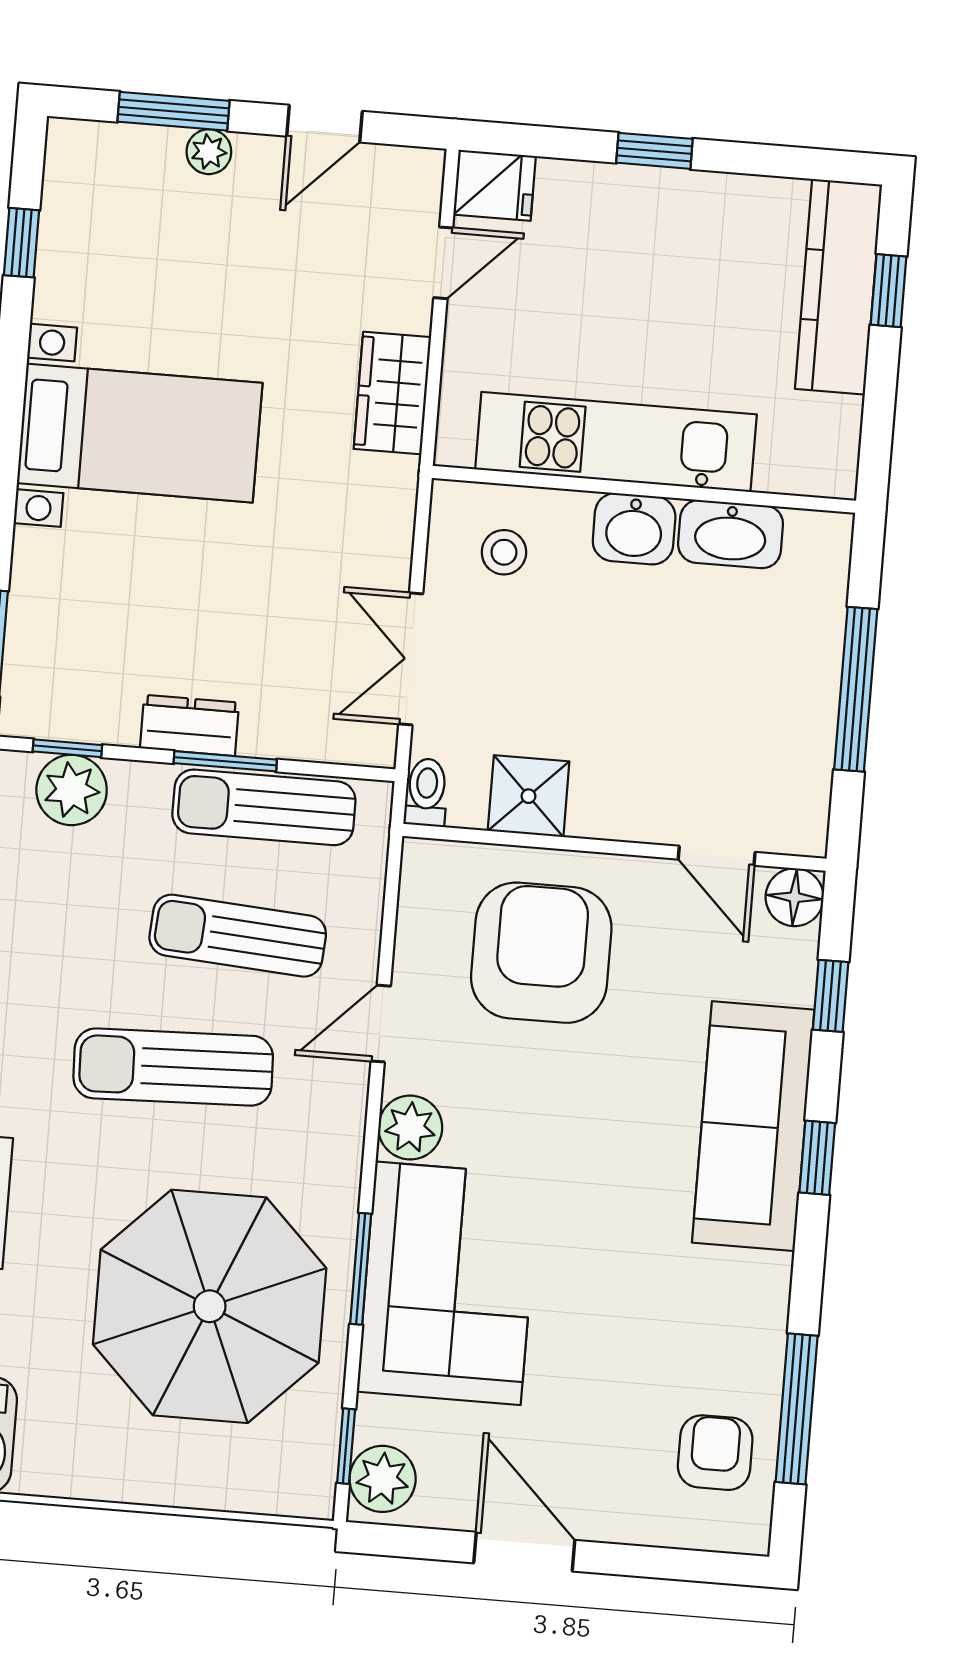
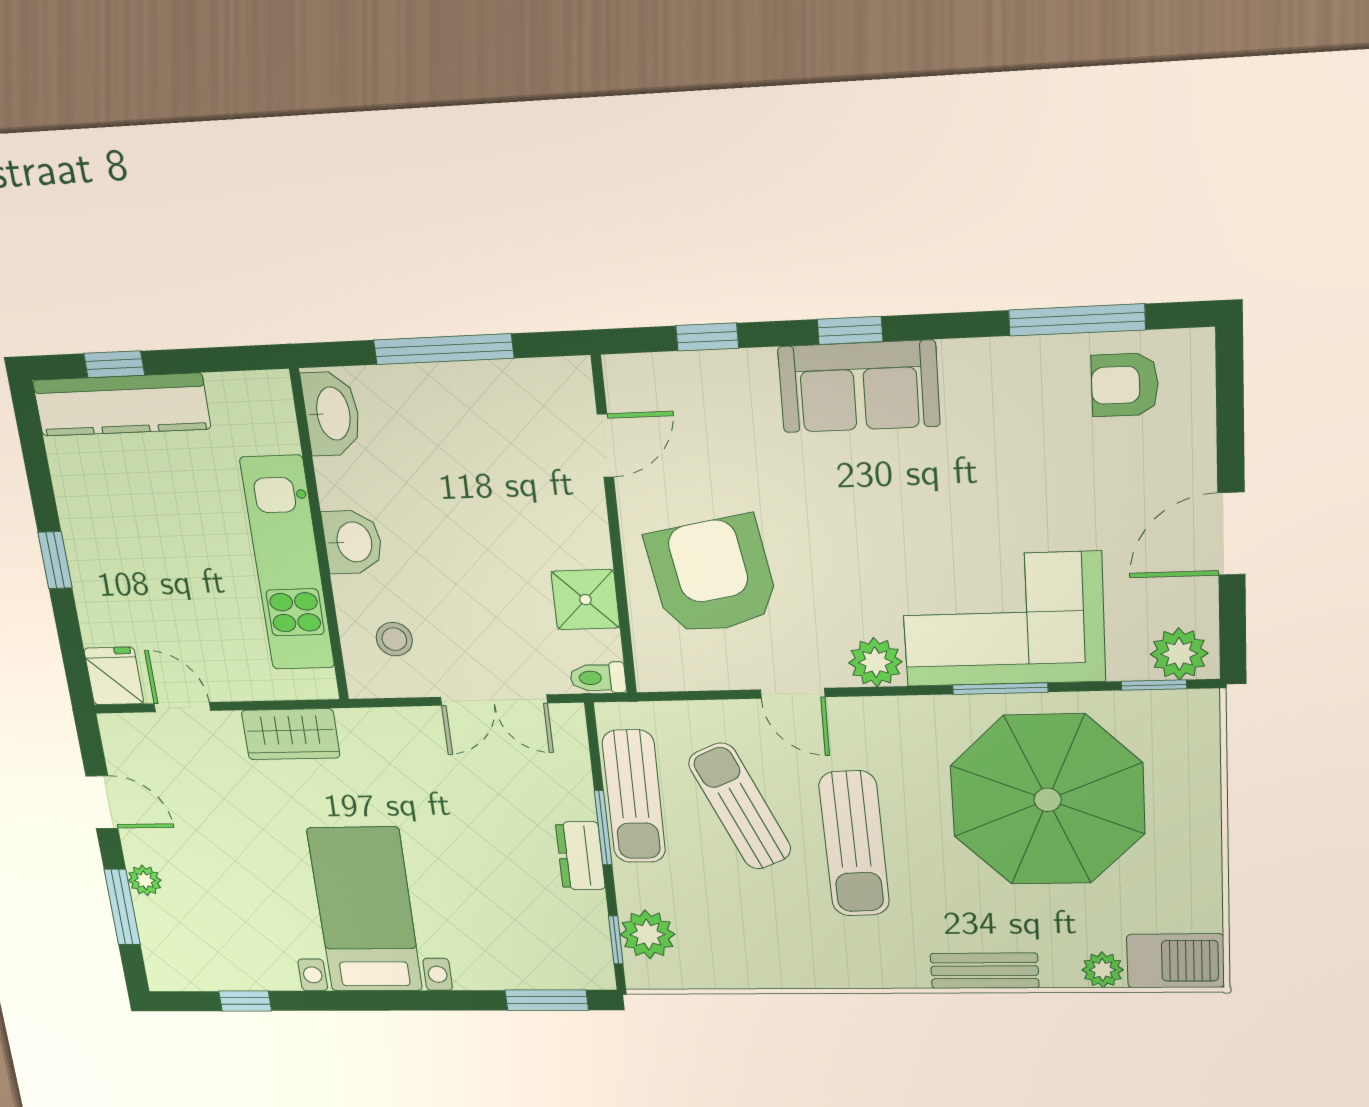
washbasin: (731, 534) -> (332, 414), moved
floor lamp: (795, 897) -> (628, 378), removed
sun lounger: (238, 936) -> (740, 806), turned 152
armchair: (541, 953) -> (712, 576), turned 80
sofa: (753, 1126) -> (859, 387), width x0.73

